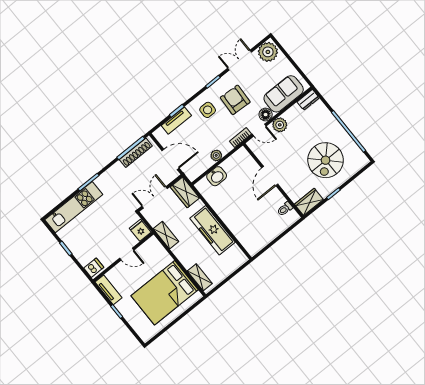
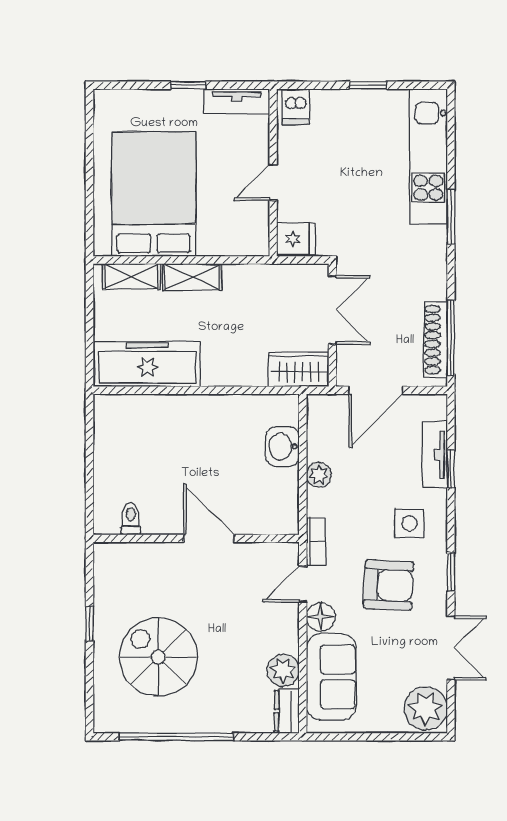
plant: (280, 125) -> (283, 670), moved
wardrobe: (309, 202) -> (109, 570), removed
freezer: (212, 230) -> (147, 364), moved
shelving: (166, 235) -> (192, 277), moved

